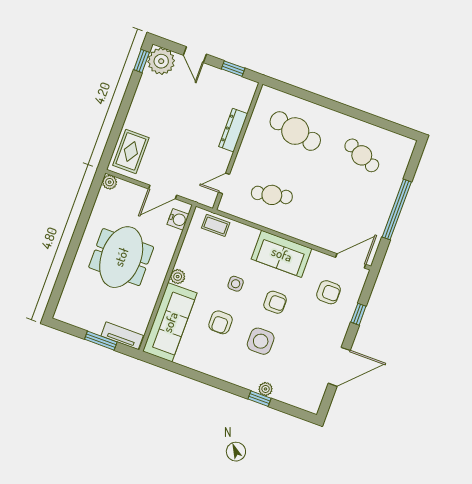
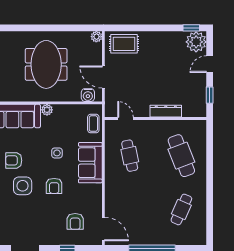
cafe table: (295, 131) -> (181, 156), turned -33
sofa: (282, 254) -> (90, 163), moved
meeting table: (121, 257) -> (46, 64), turned 90
armchair: (221, 322) -> (14, 160), moved

